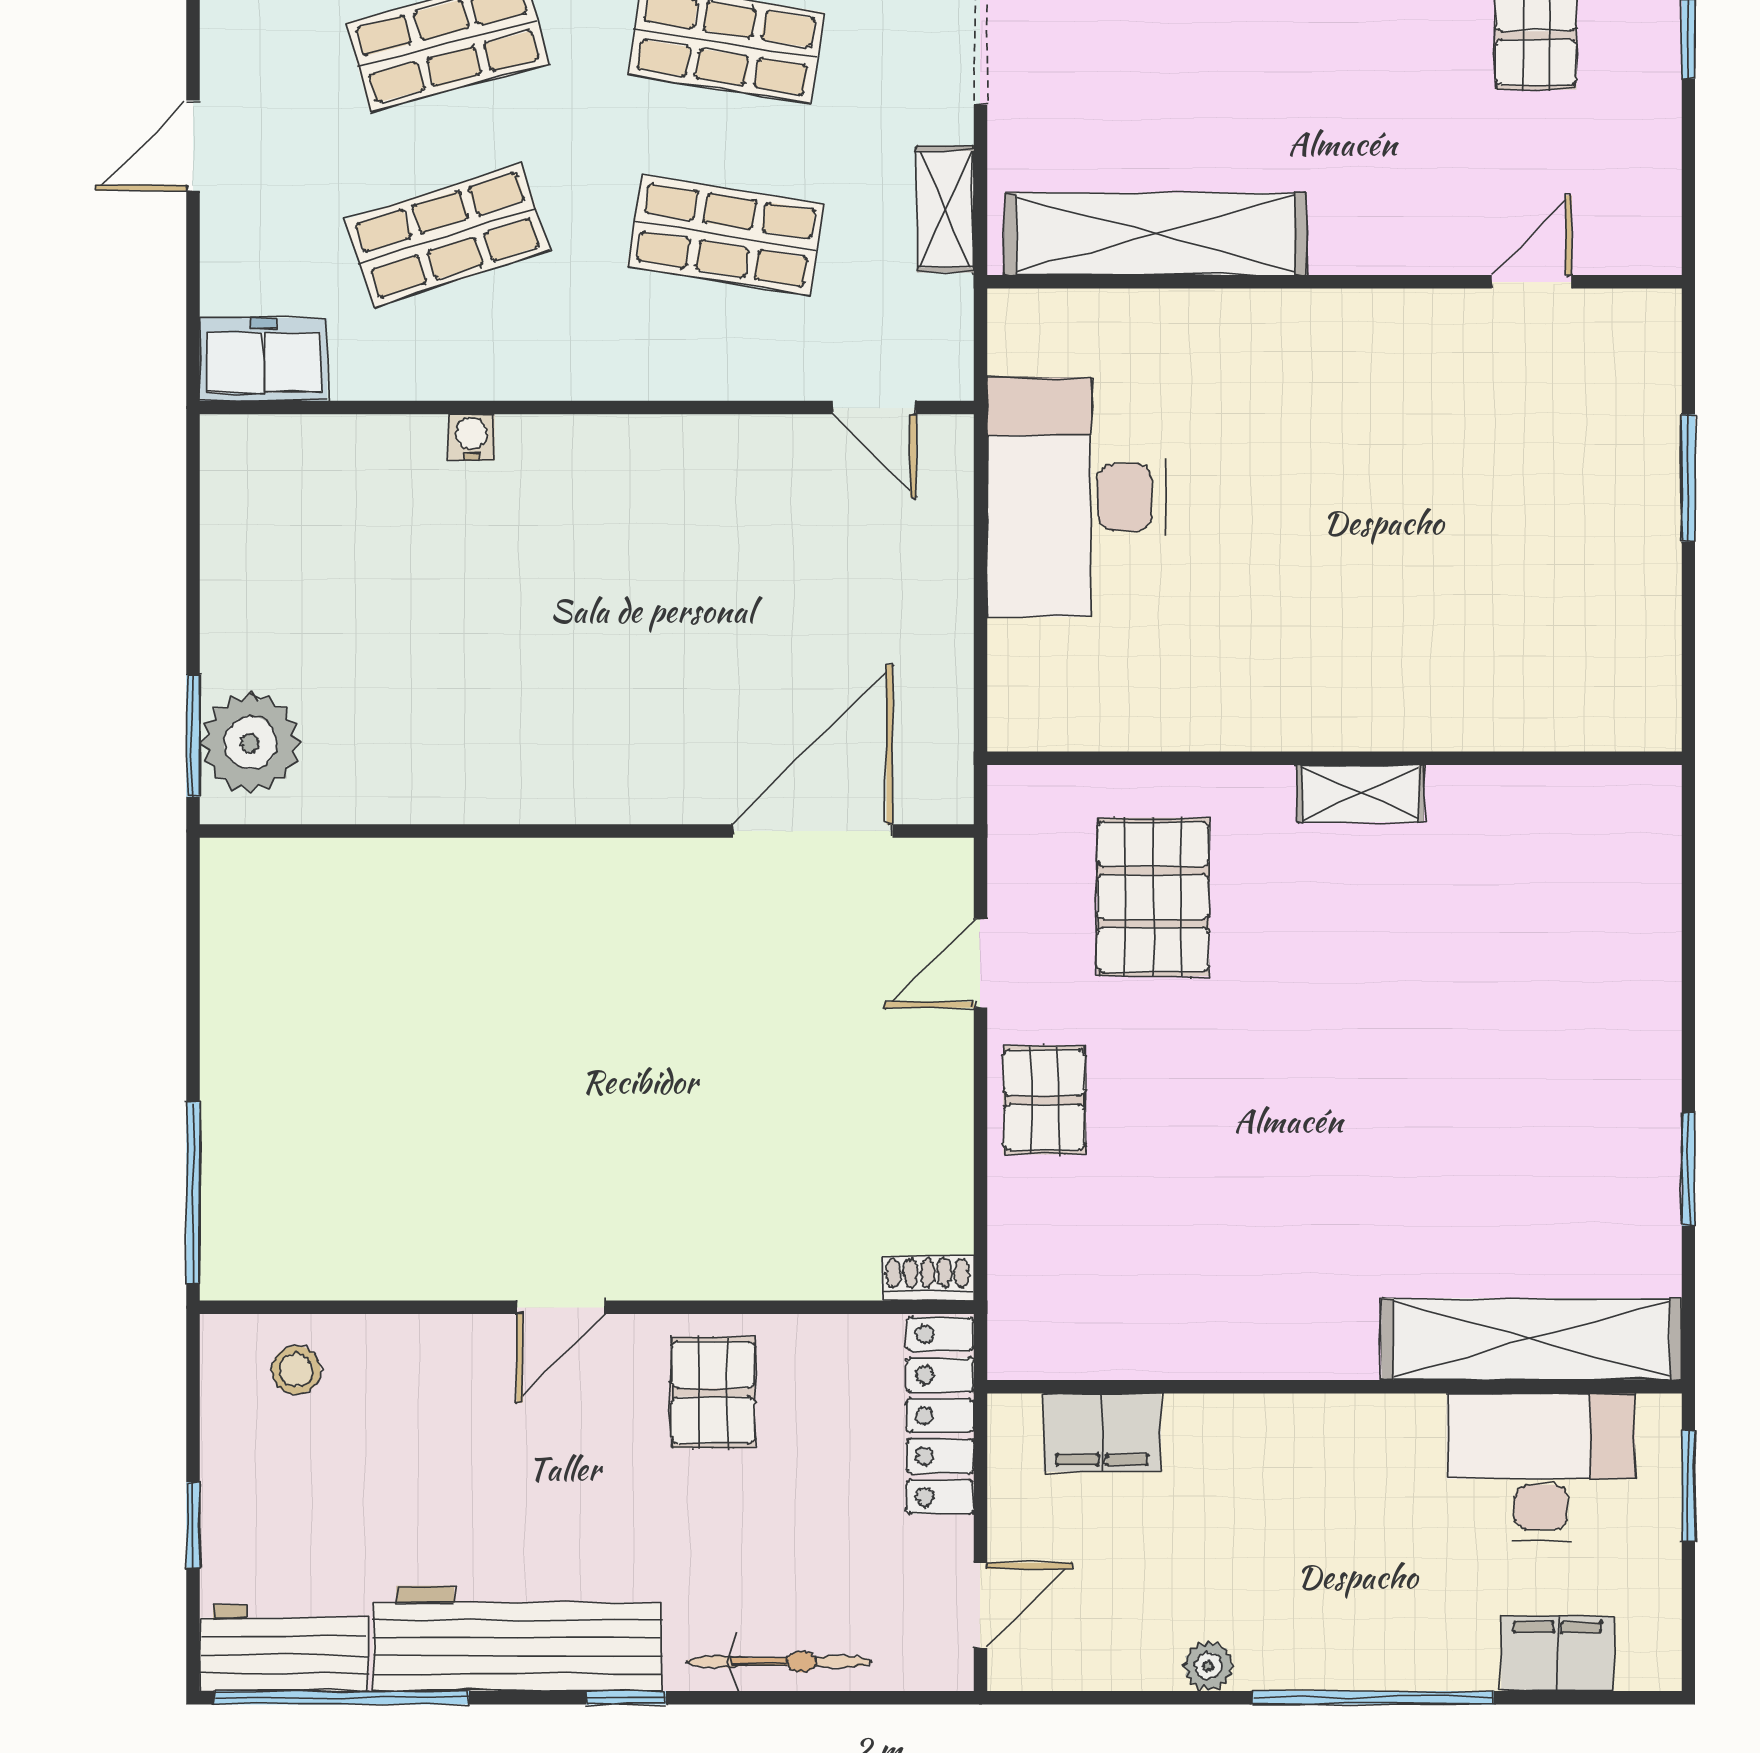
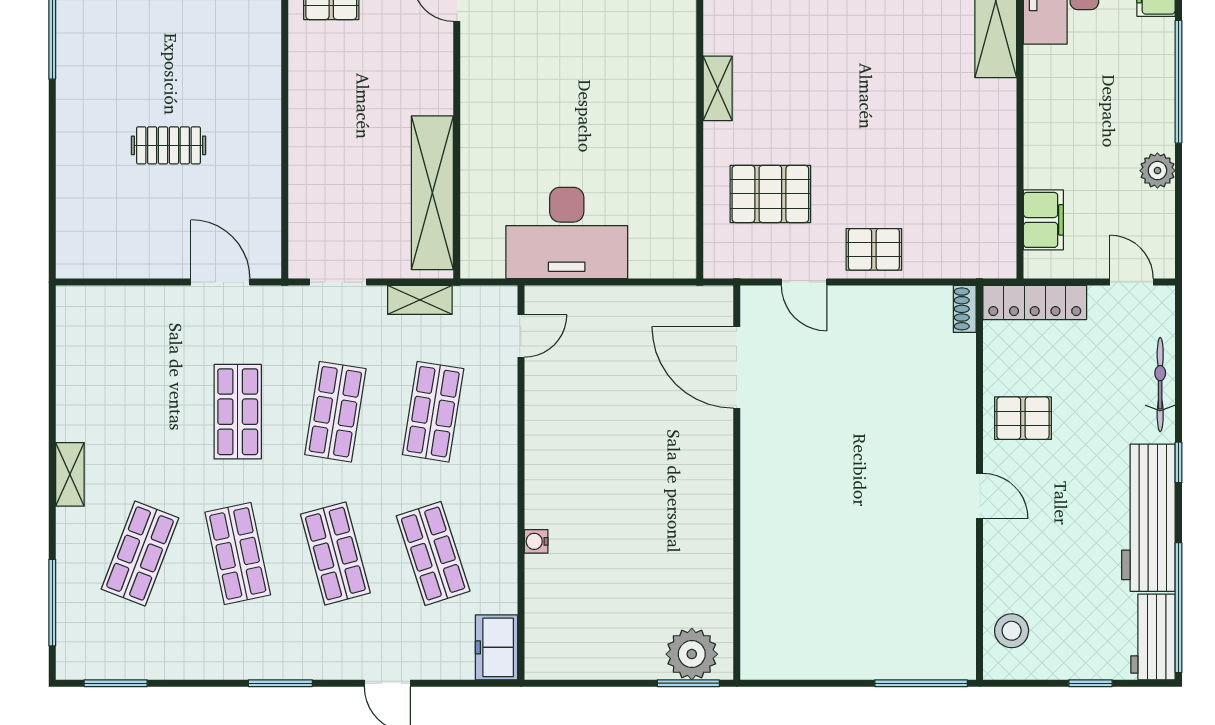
stool: (296, 1370) -> (1012, 631), width x1.37, depth x1.37
plant: (1208, 1666) -> (1157, 171), width x1.38, depth x1.38

